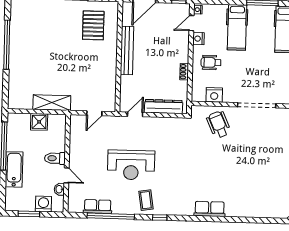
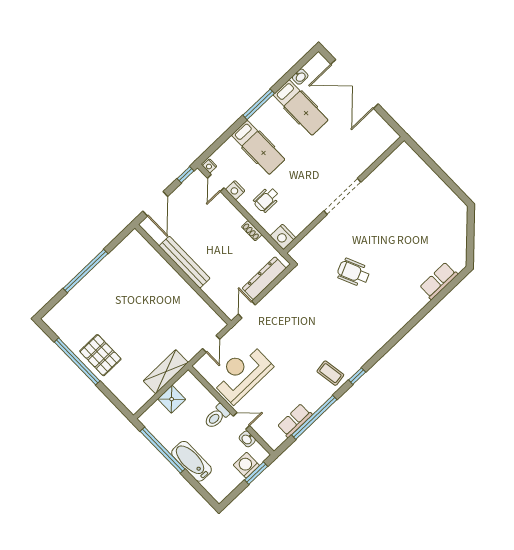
pallet: (93, 25) -> (100, 355), moved
nightstand: (214, 95) -> (283, 237), moved, turned 90
wheelchair: (219, 124) -> (354, 273), moved
reception desk: (131, 165) -> (242, 373), moved, turned 180
row of seats: (210, 209) -> (439, 281), moved
window: (29, 214) -> (256, 473), moved

